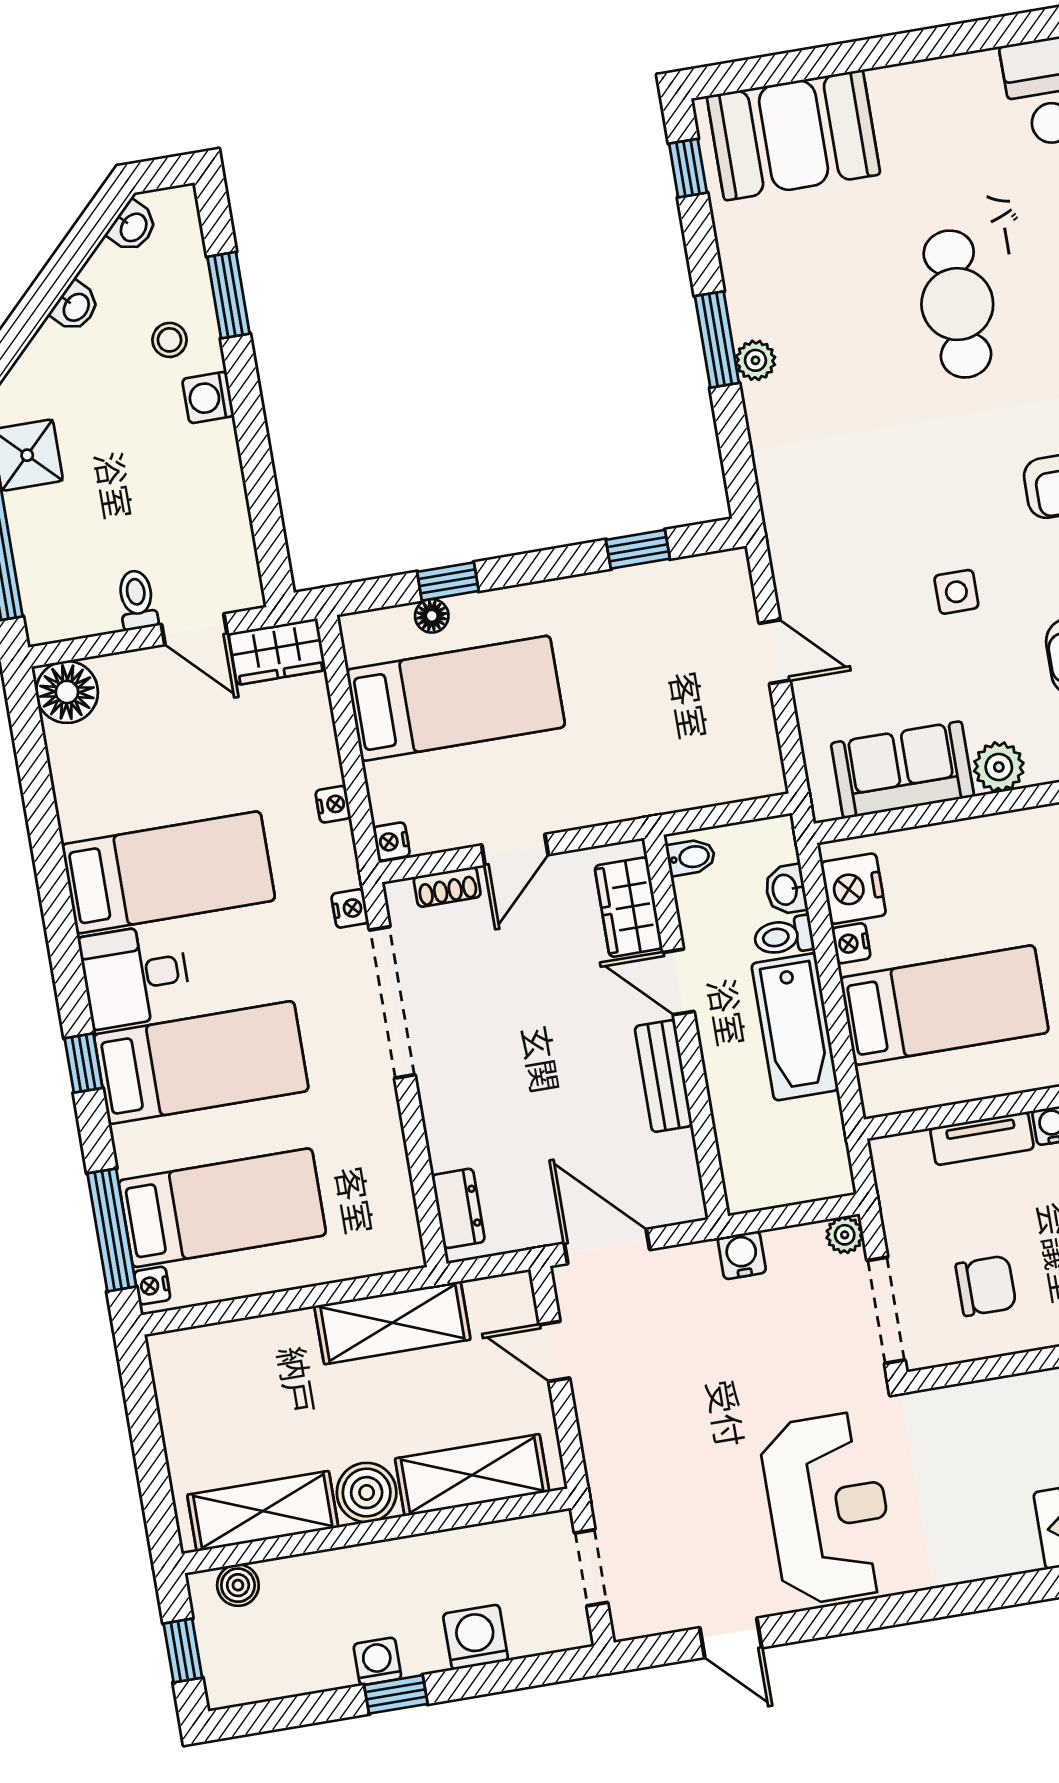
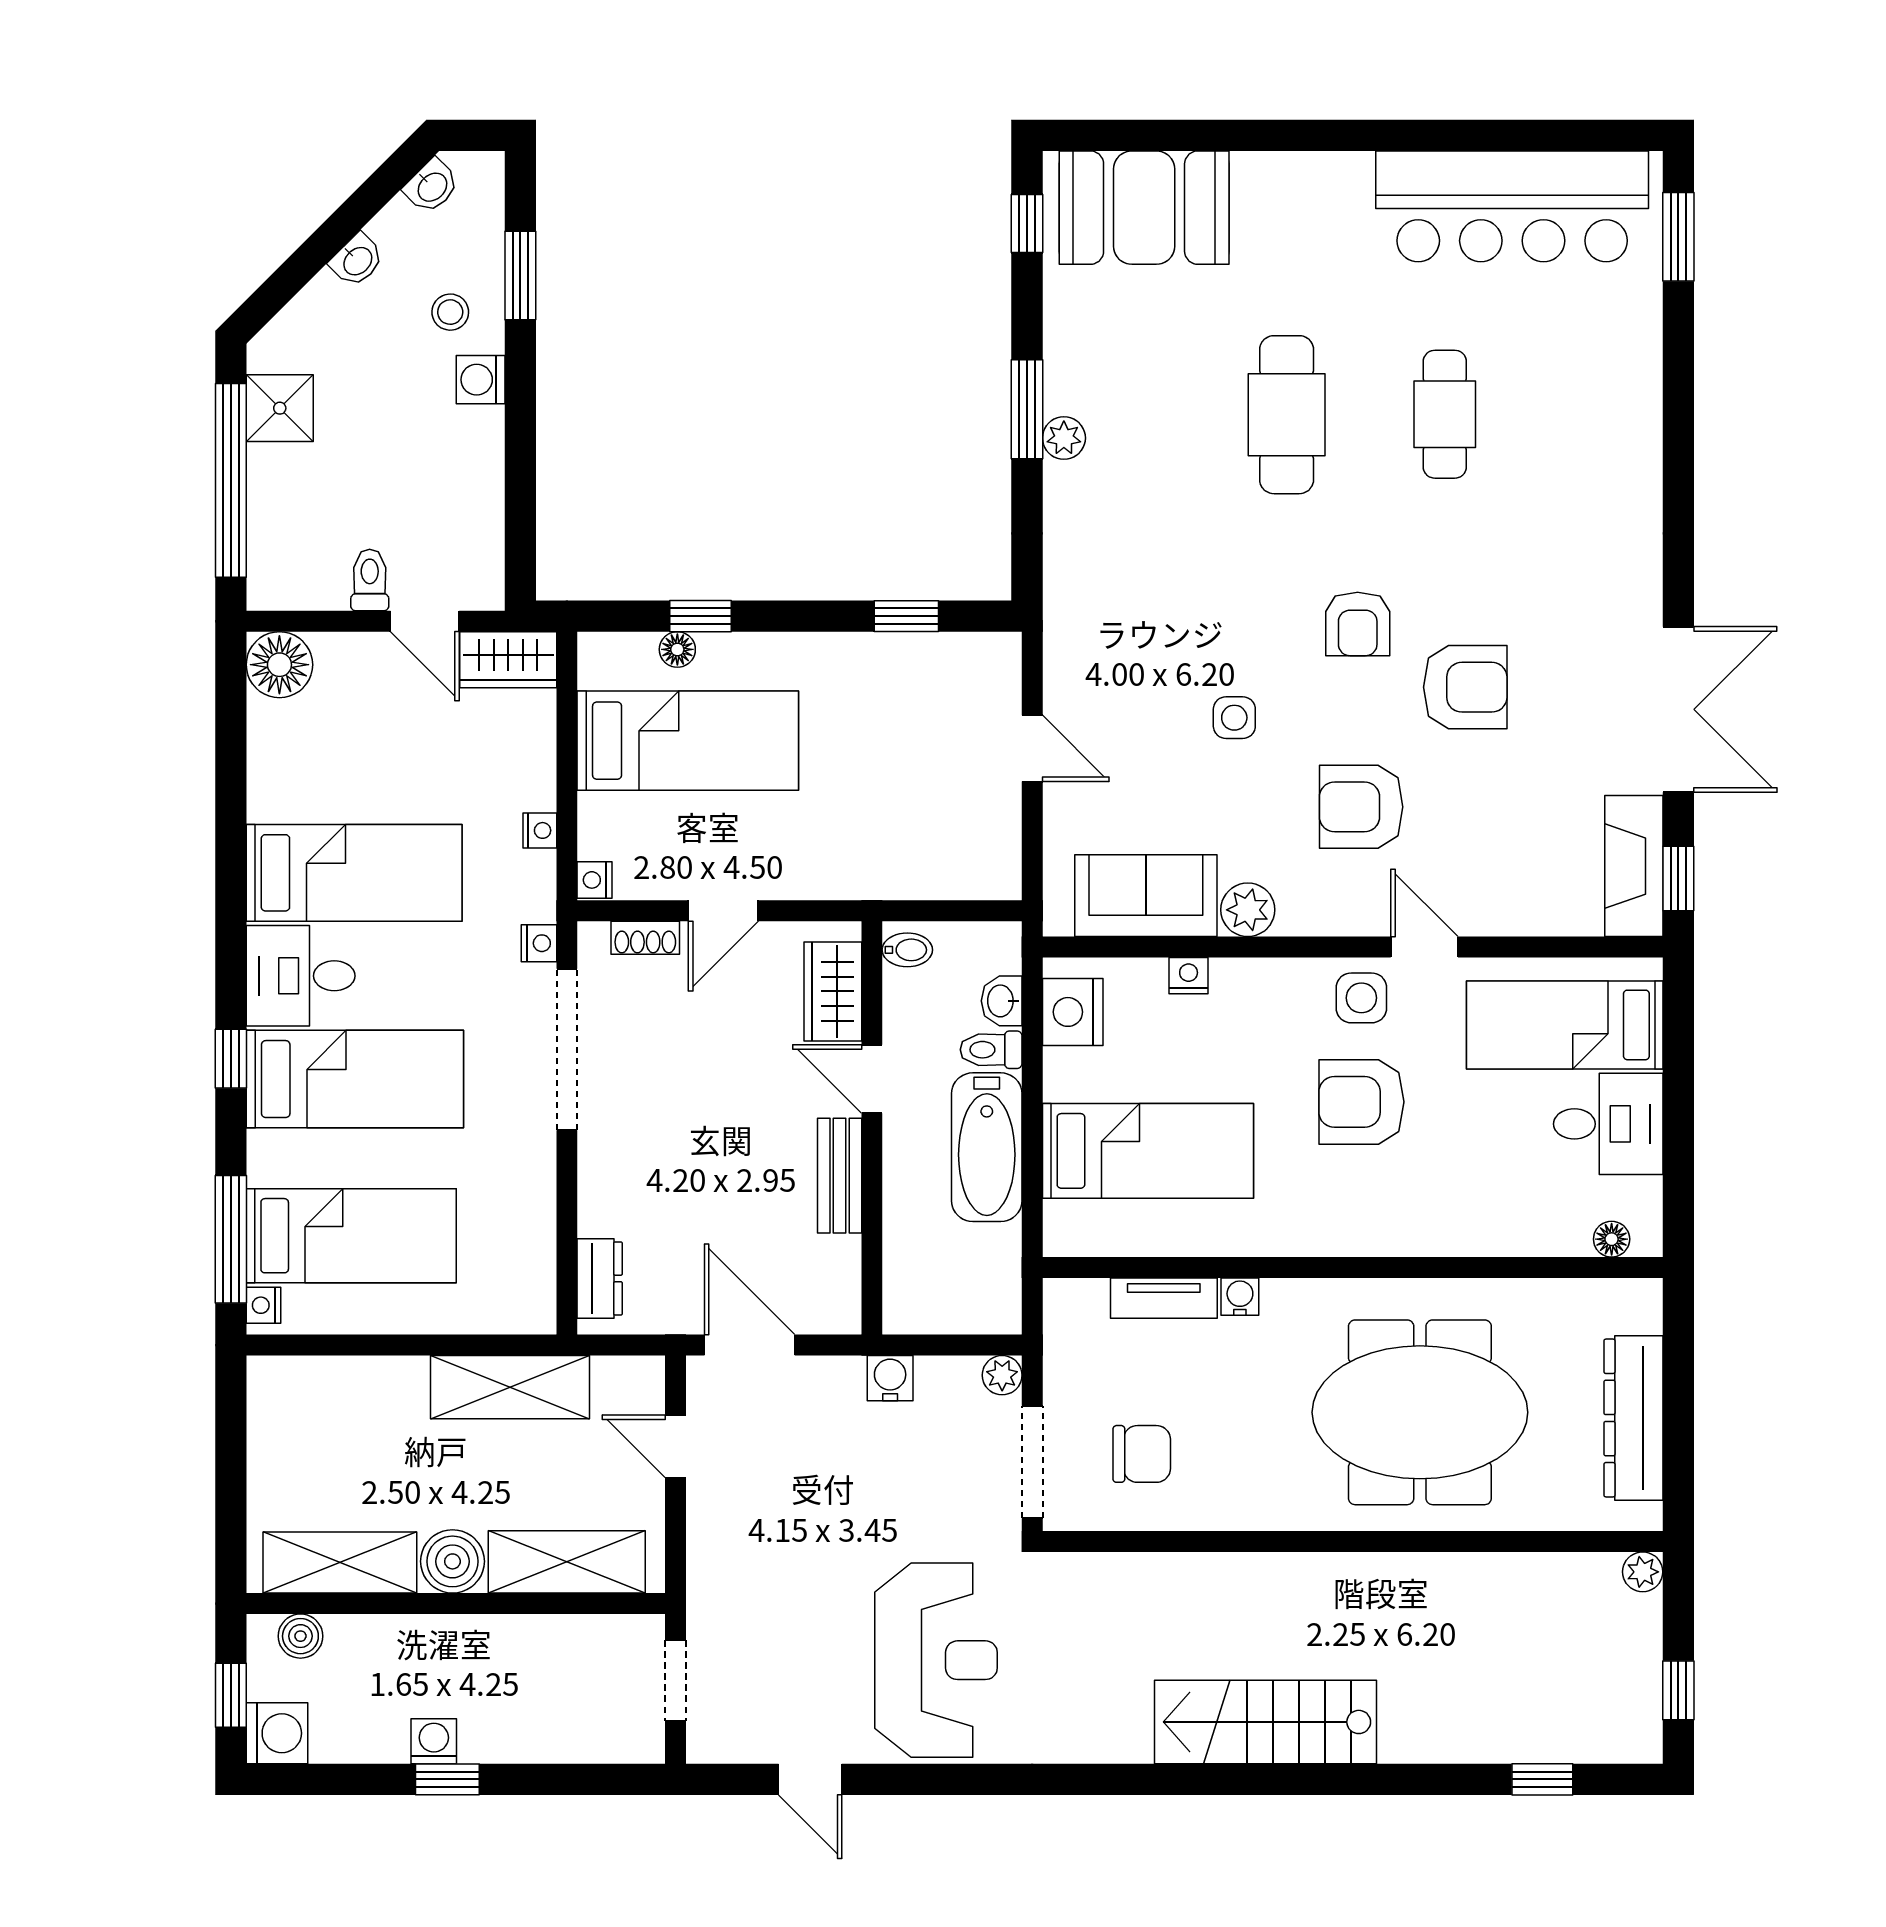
nightstand: (851, 943) -> (1189, 976), moved, turned 90
washing machine: (476, 1637) -> (277, 1733), moved, turned 90

